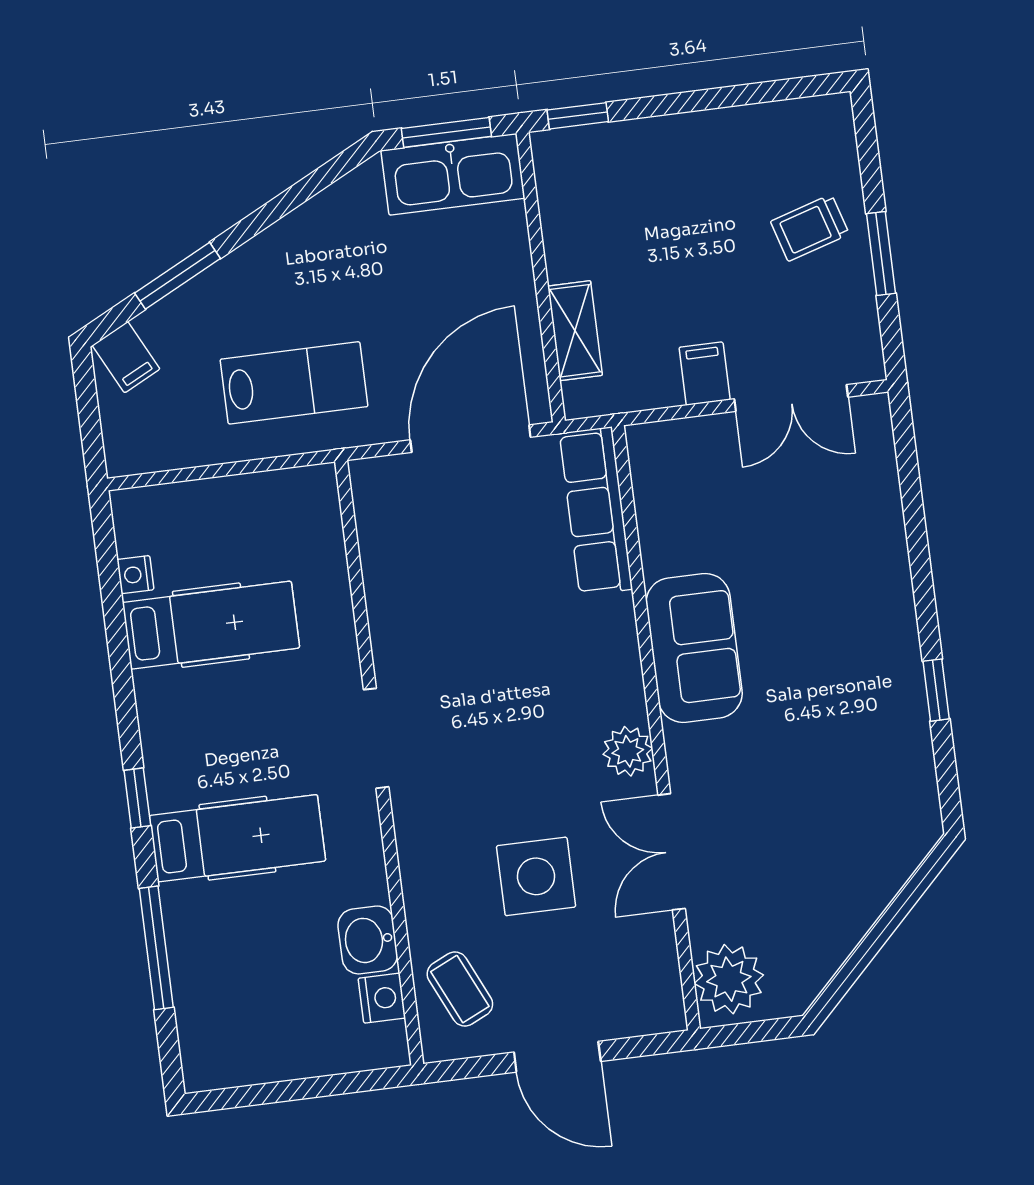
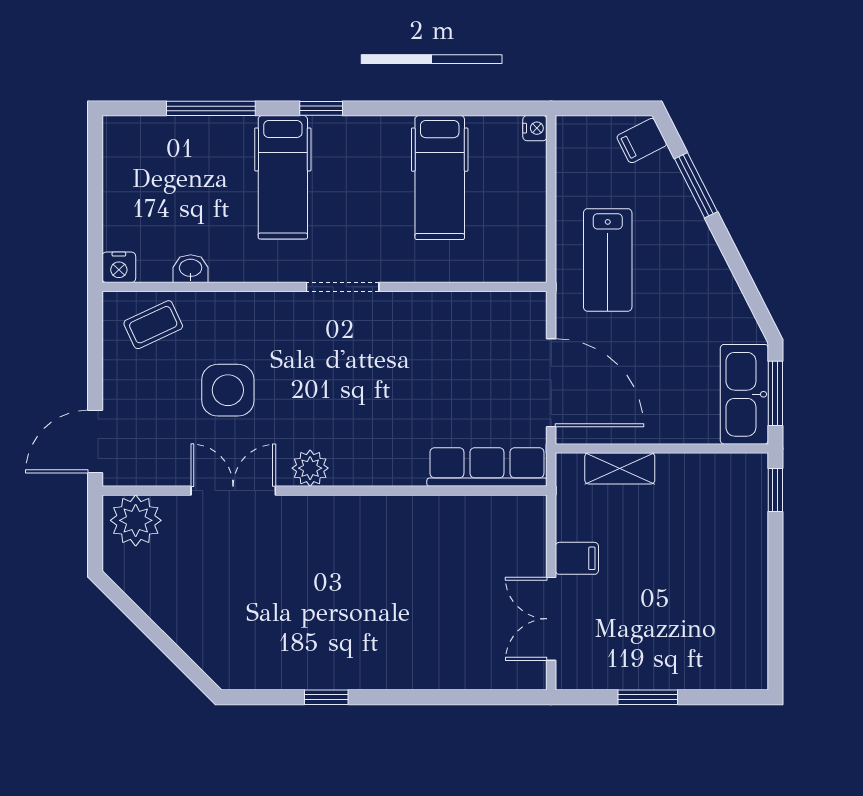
trolley: (810, 228) -> (673, 648), removed
nightstand: (135, 575) -> (535, 128), moved, turned 90
sofa: (694, 648) -> (379, 526), removed
washbasin: (368, 940) -> (191, 269), width x0.72, depth x0.69
nightstand: (382, 998) -> (119, 267), moved
door: (557, 1057) -> (95, 442), moved

